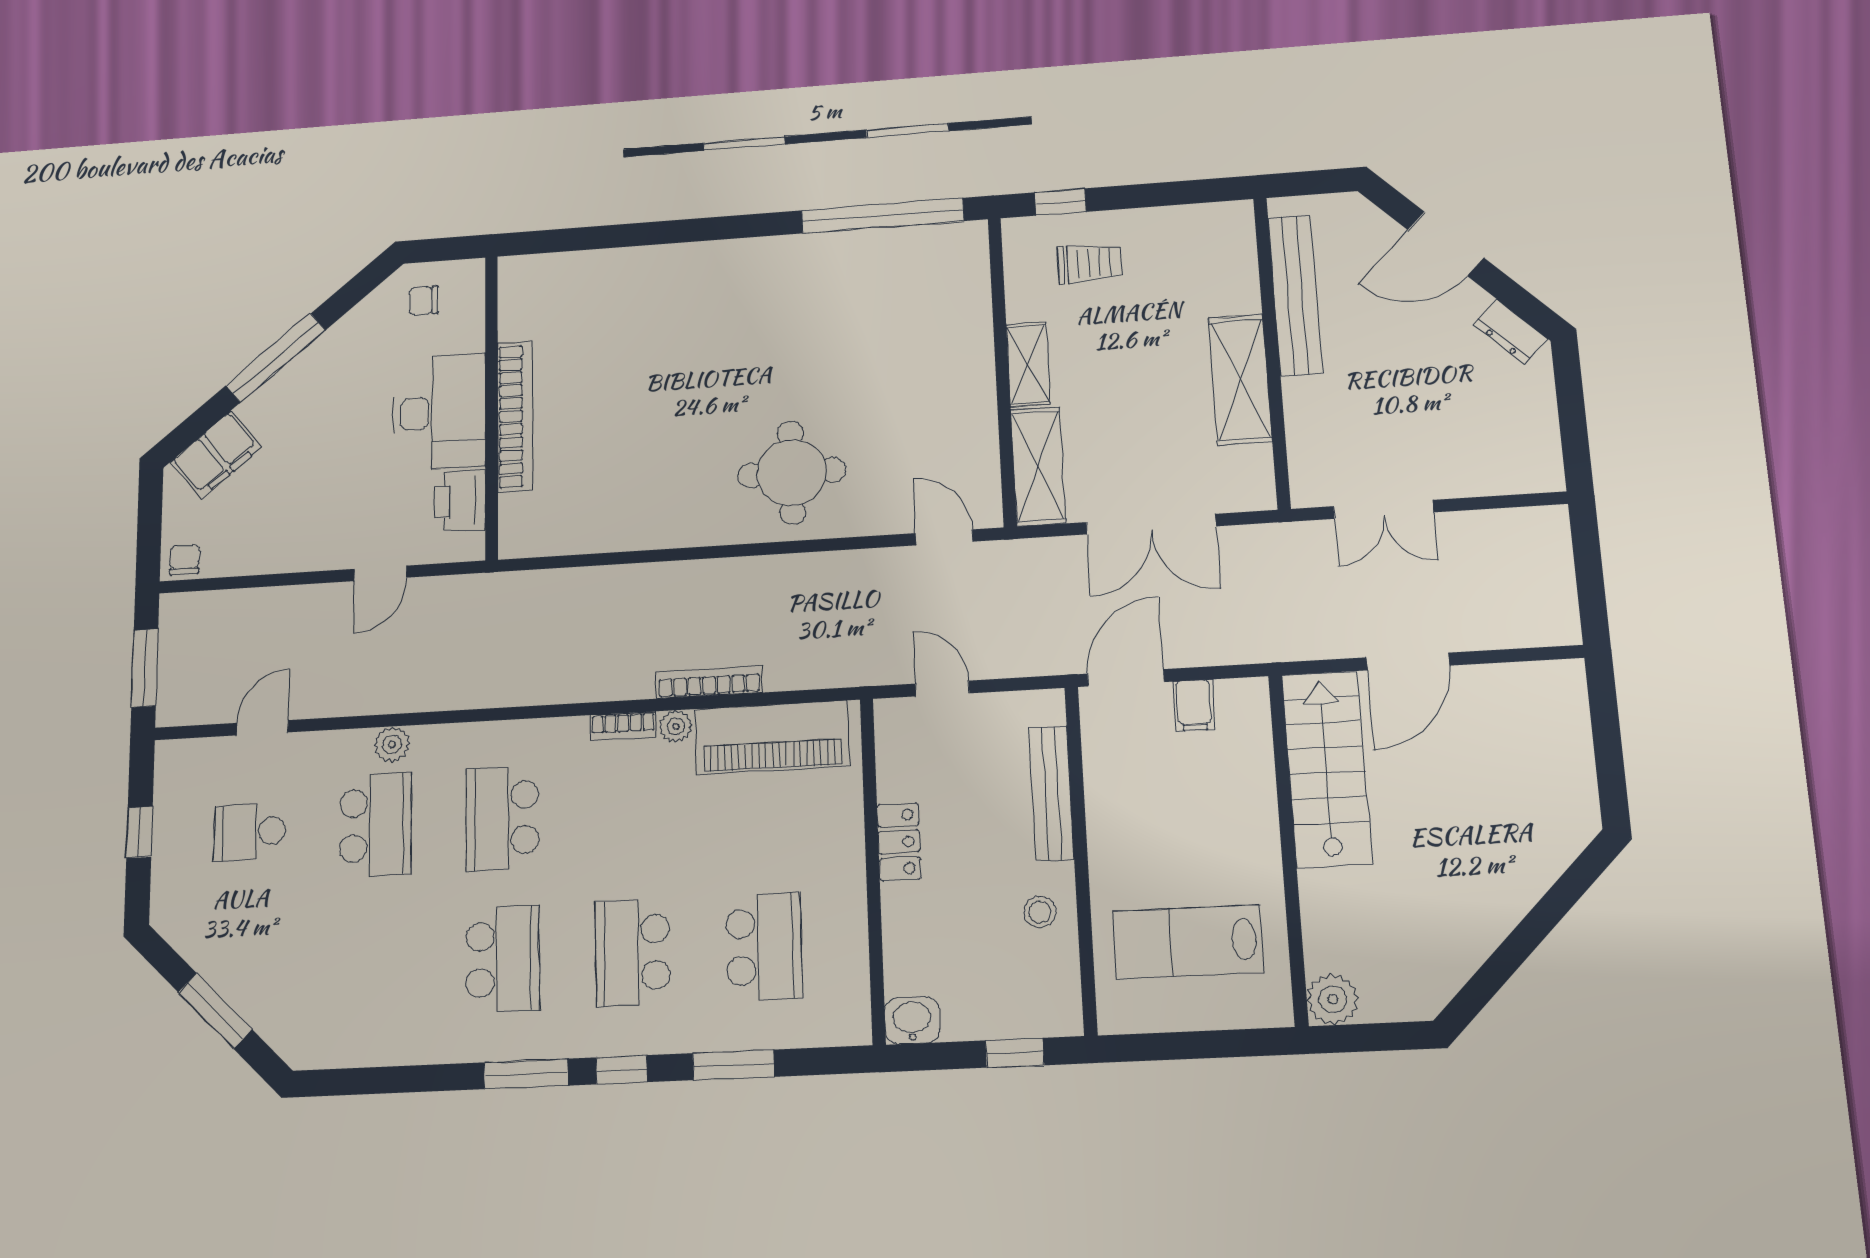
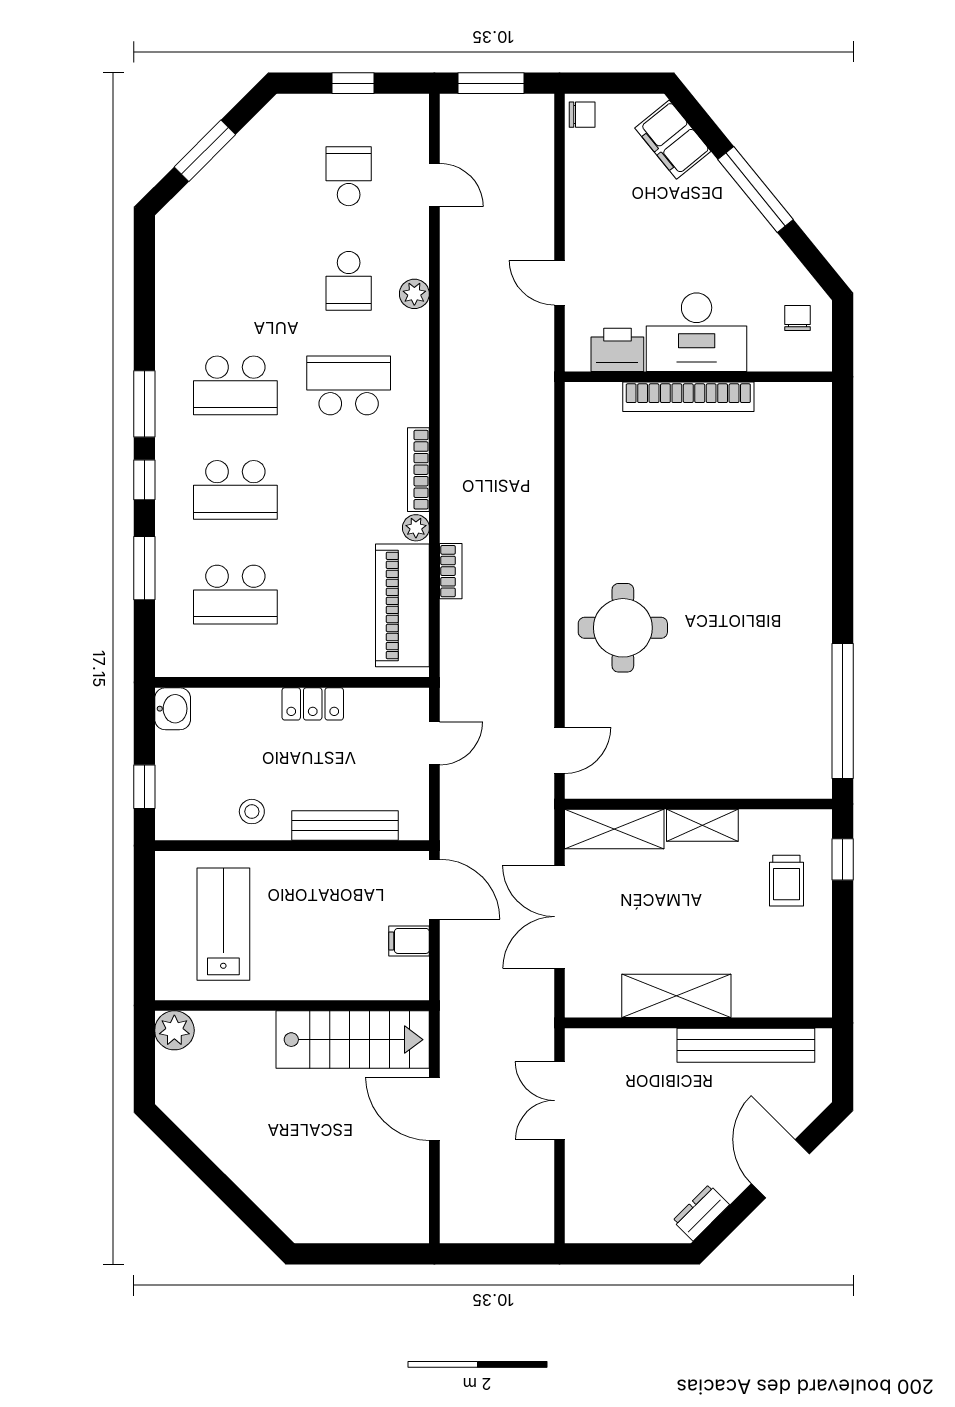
bookcase: (709, 682) -> (451, 571), width x0.64
bookcase: (623, 726) -> (418, 470), width x1.56
school desk: (376, 825) -> (349, 281), width x0.54
school desk: (633, 953) -> (235, 490), turned 180

